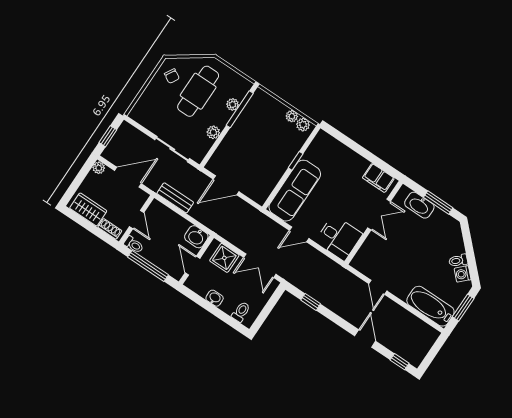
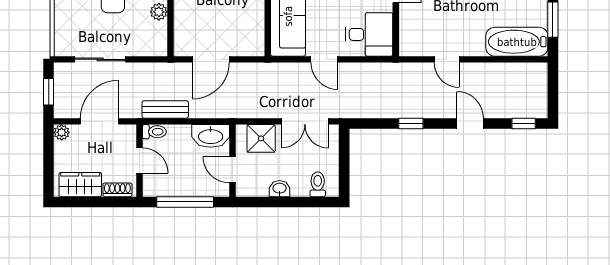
sliding door: (172, 149) -> (100, 59), moved
door: (299, 234) -> (324, 59), hinge flipped
washbasin: (196, 237) -> (211, 136), width x1.38
toilet: (134, 245) -> (154, 132), moved
window: (311, 302) -> (411, 123), moved

